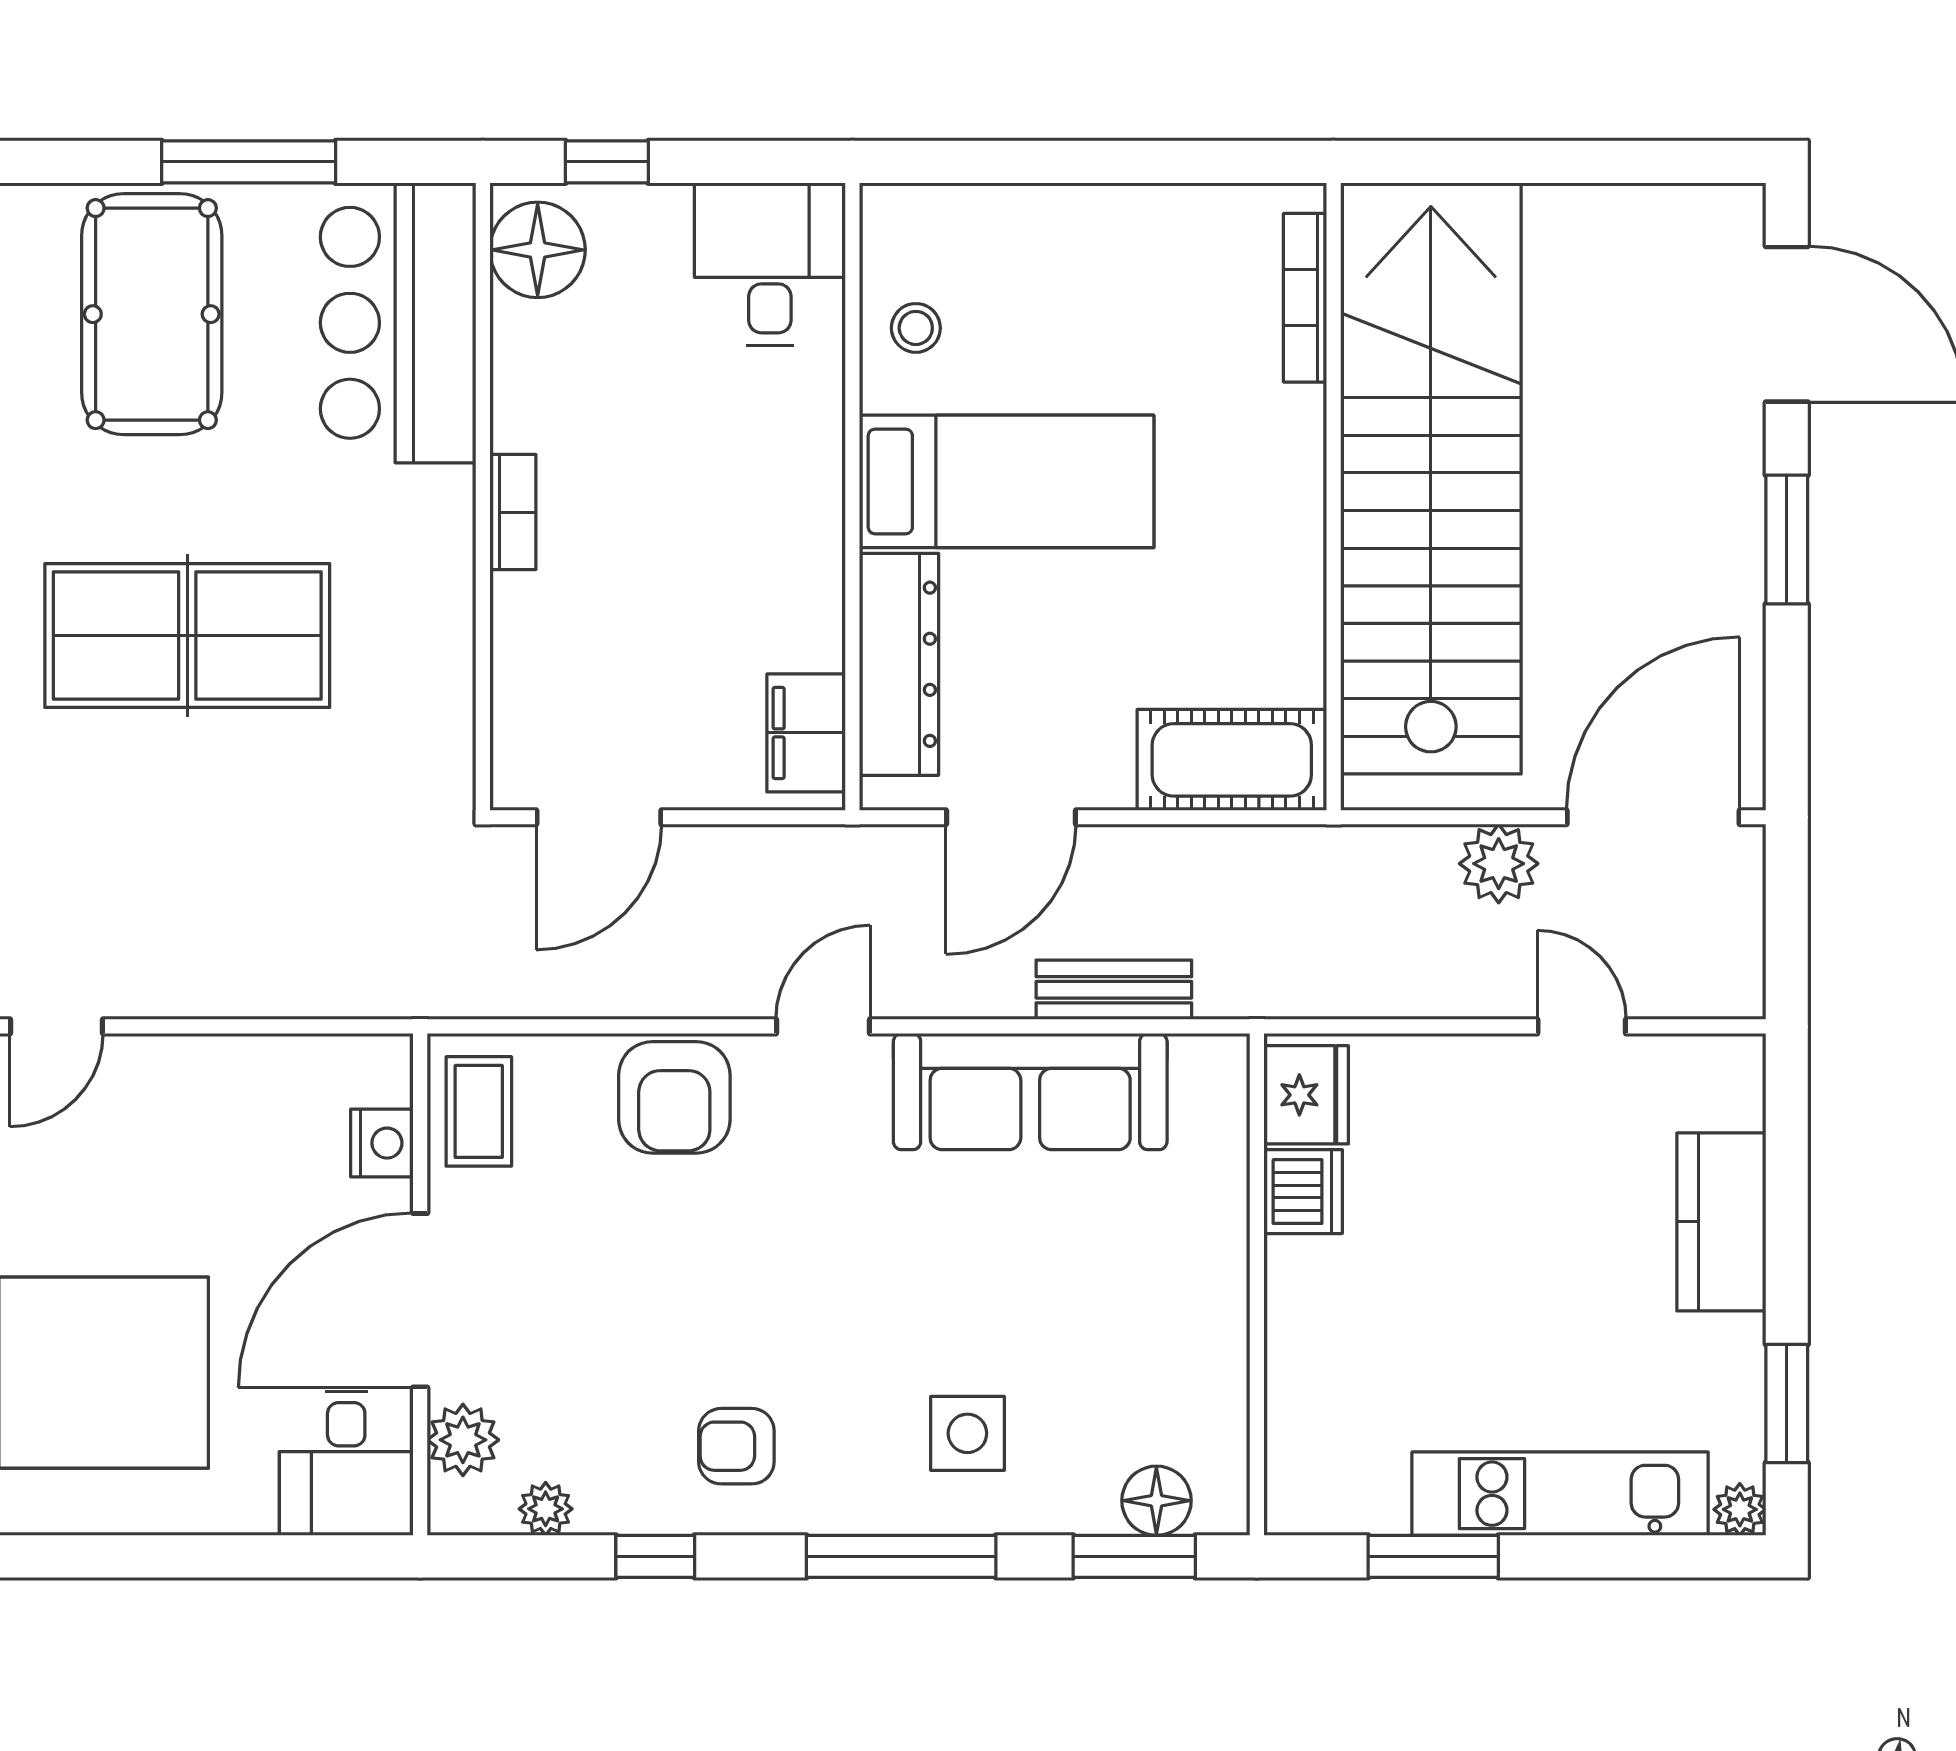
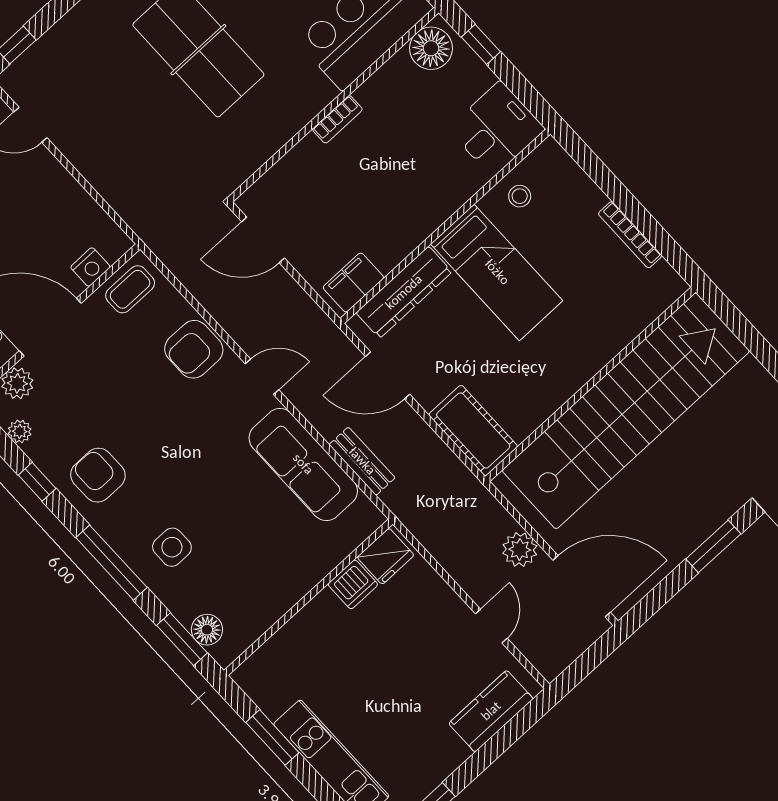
bookcase: (1305, 298) -> (630, 235), moved, turned -90
kitchen counter: (1721, 1222) -> (491, 711), moved
armchair: (736, 1446) -> (98, 475), width x1.38, depth x1.38

